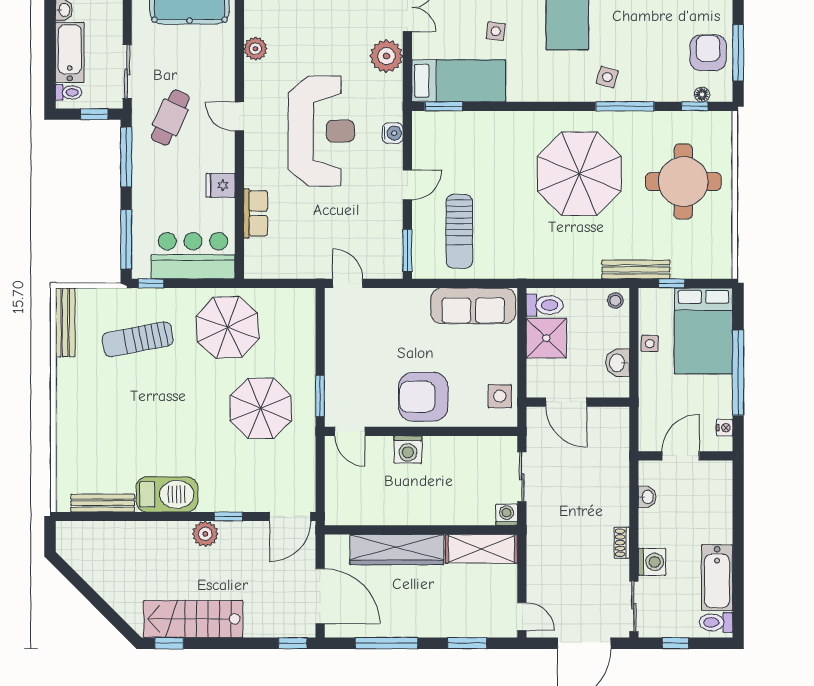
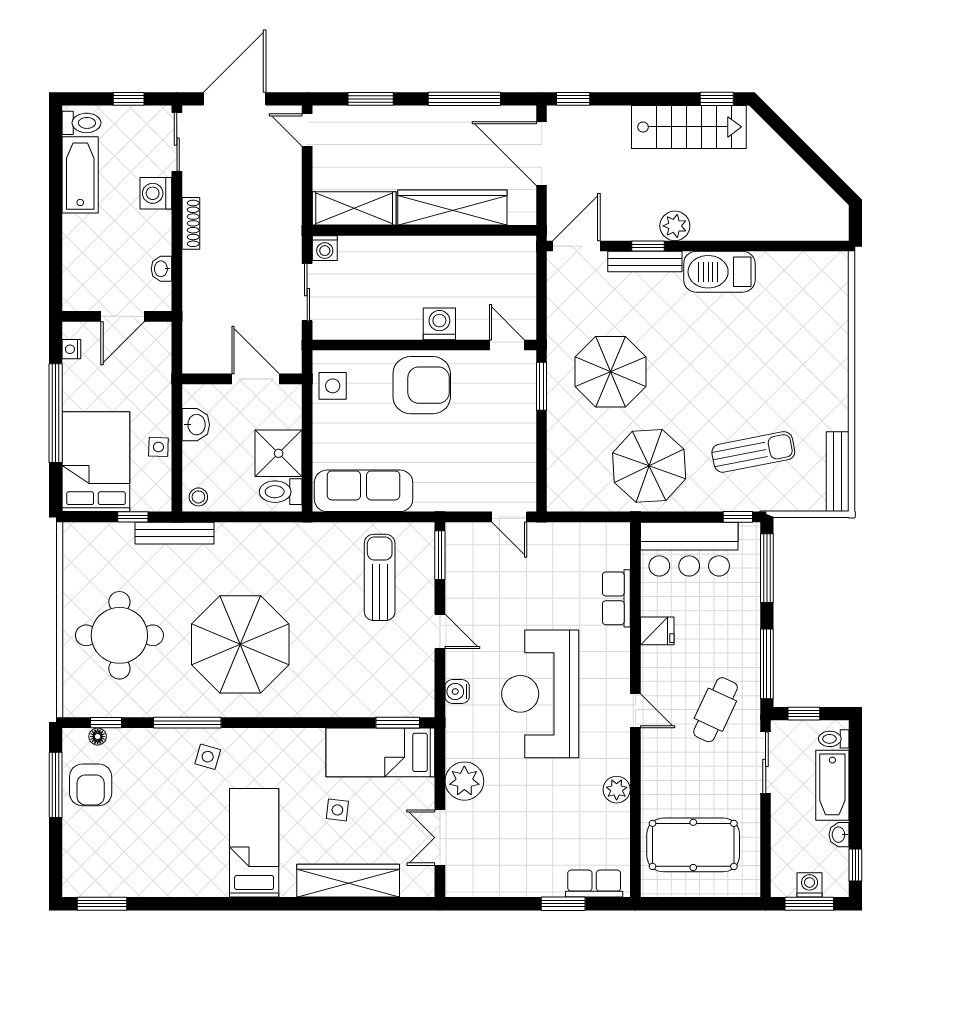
door: (407, 185) -> (440, 631), swing flipped
bench: (103, 503) -> (645, 262), moved
shoe rack: (622, 543) -> (191, 223), width x1.43

